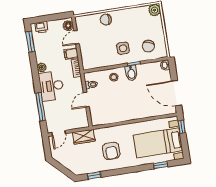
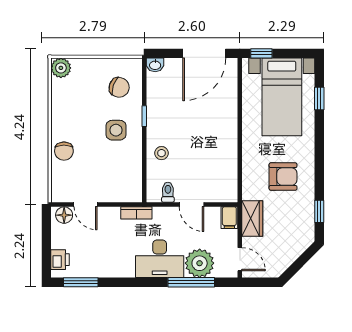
filing cabinet: (71, 54) -> (229, 218), moved
plant: (42, 67) -> (200, 263), moved, width x1.88, depth x1.88
bidet: (131, 73) -> (159, 123), removed

